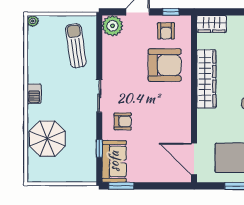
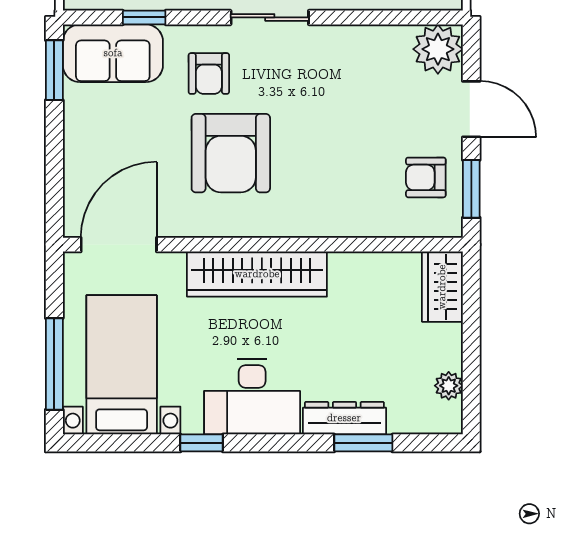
window: (171, 12) -> (471, 189), width x1.50
armchair: (165, 65) -> (231, 153), moved
wardrobe: (206, 79) -> (257, 274), moved

